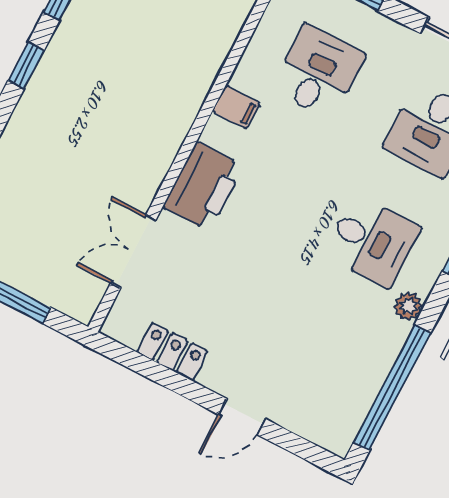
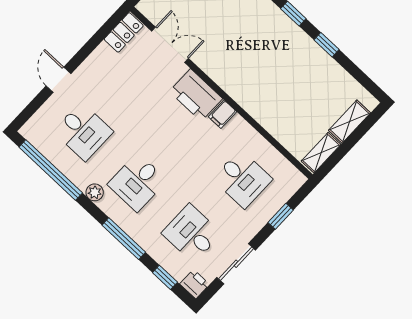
filing cabinet: (236, 107) -> (222, 114), moved
locker: (172, 352) -> (124, 32), moved
desk: (314, 353) -> (83, 131), added

